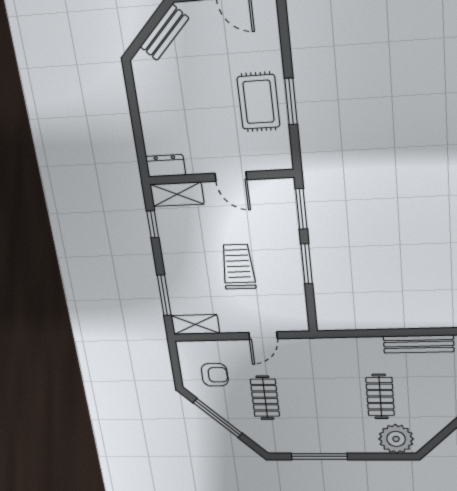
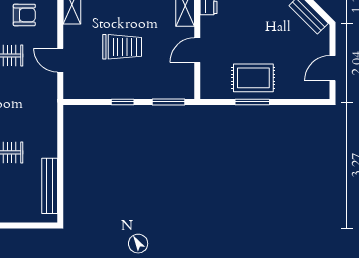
window: (307, 264) -> (123, 102), width x0.67
armchair: (215, 375) -> (24, 15), turned -90

